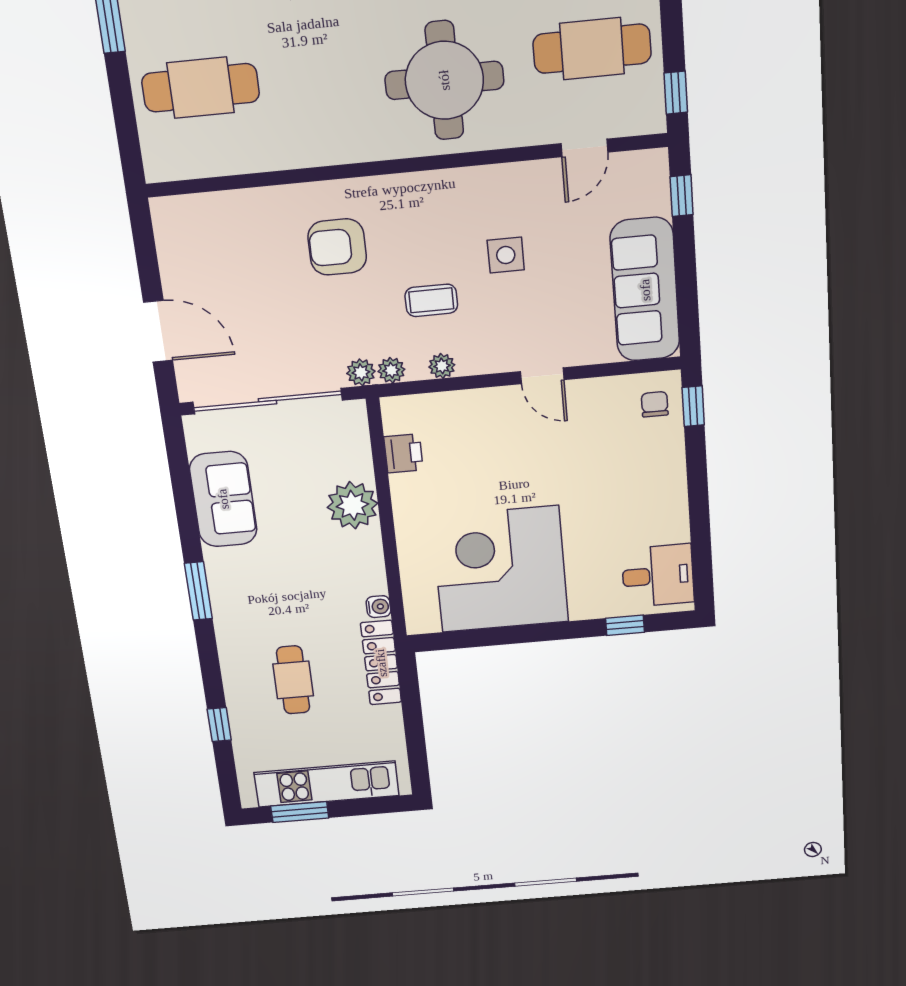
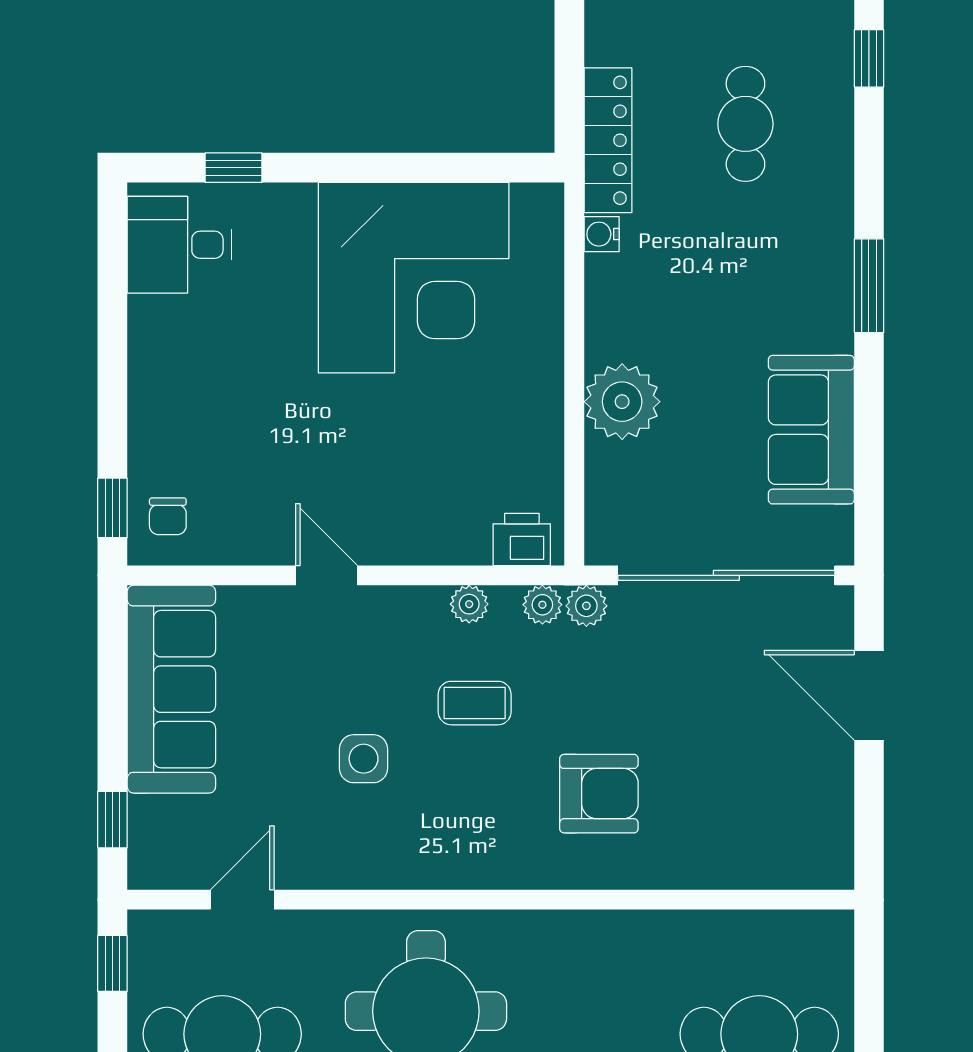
printer: (403, 453) -> (522, 539), moved, turned 90

